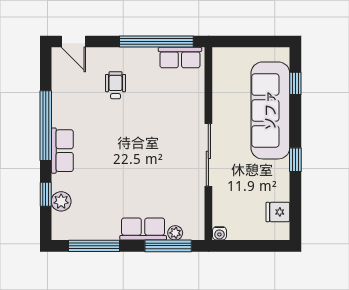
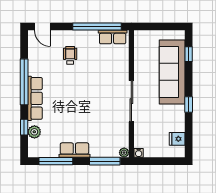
row of seats: (62, 151) -> (35, 98), width x1.48
row of seats: (143, 229) -> (74, 150), moved
plant: (175, 233) -> (124, 153), moved

